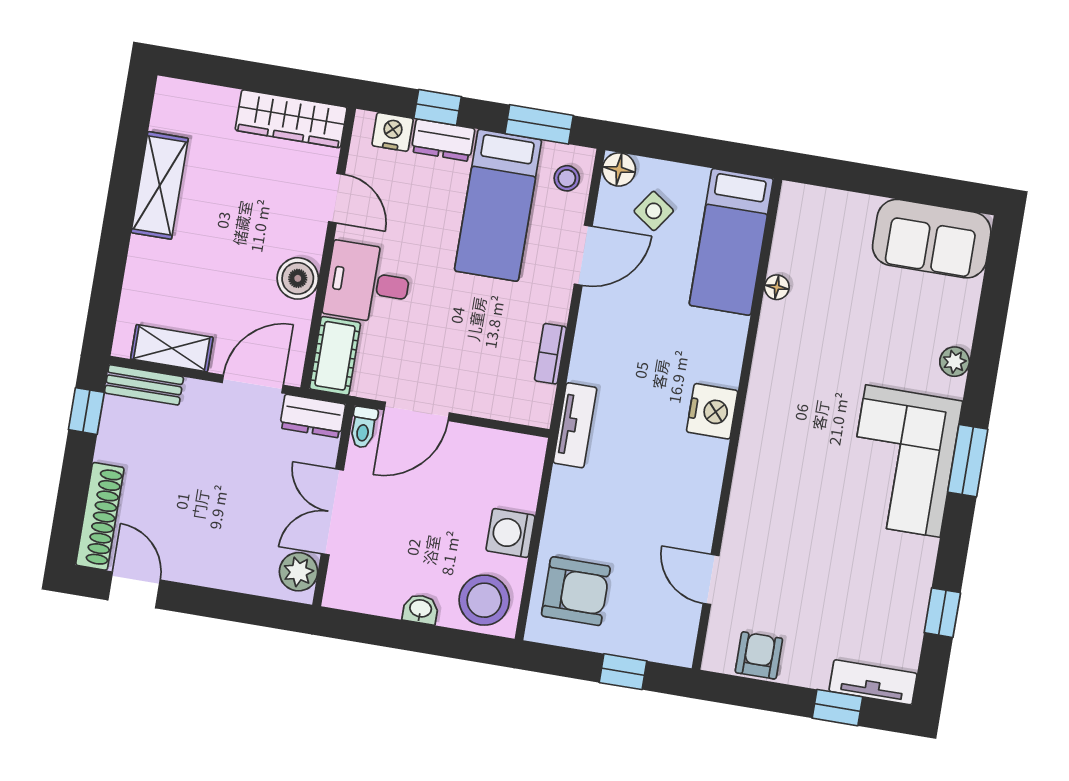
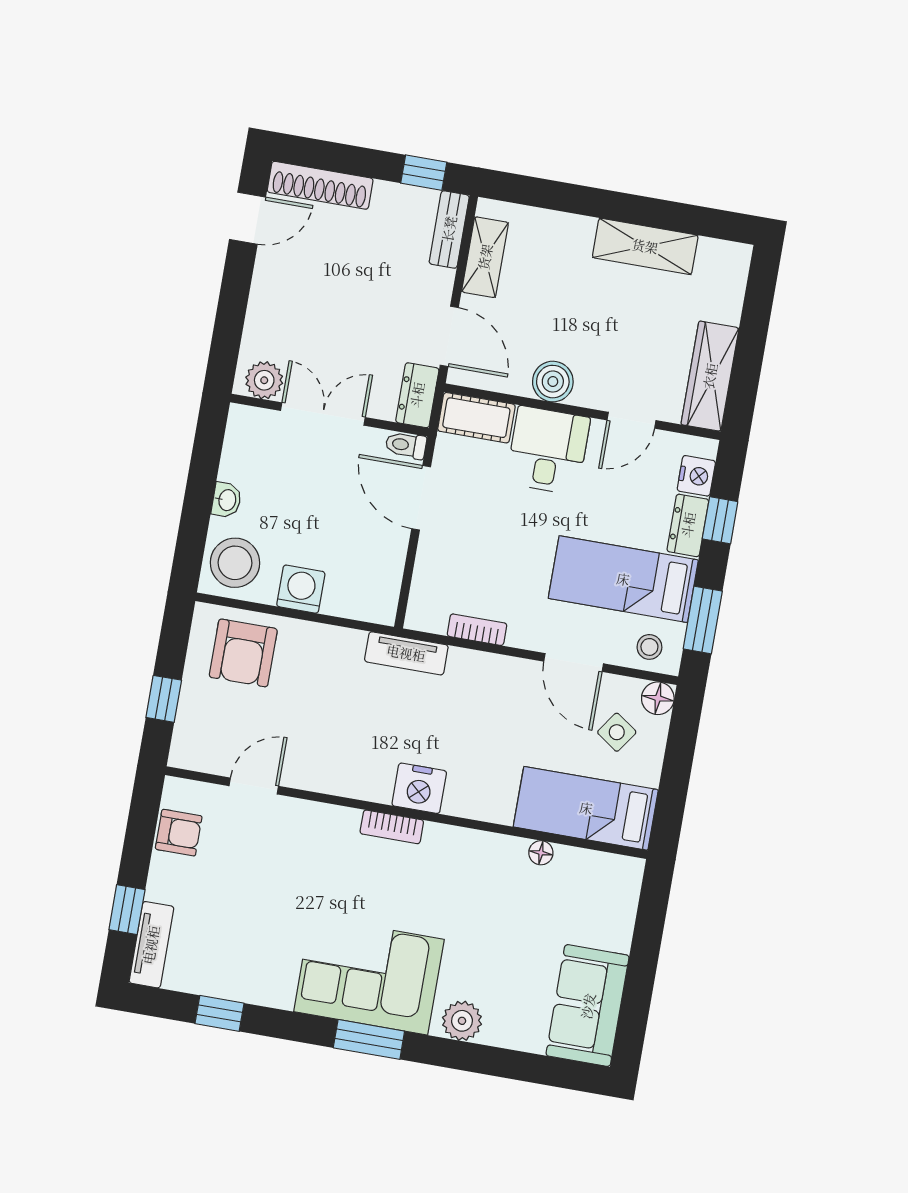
plant: (955, 362) -> (462, 1021), width x1.38, depth x1.38
bookcase: (752, 439) -> (392, 827), added

